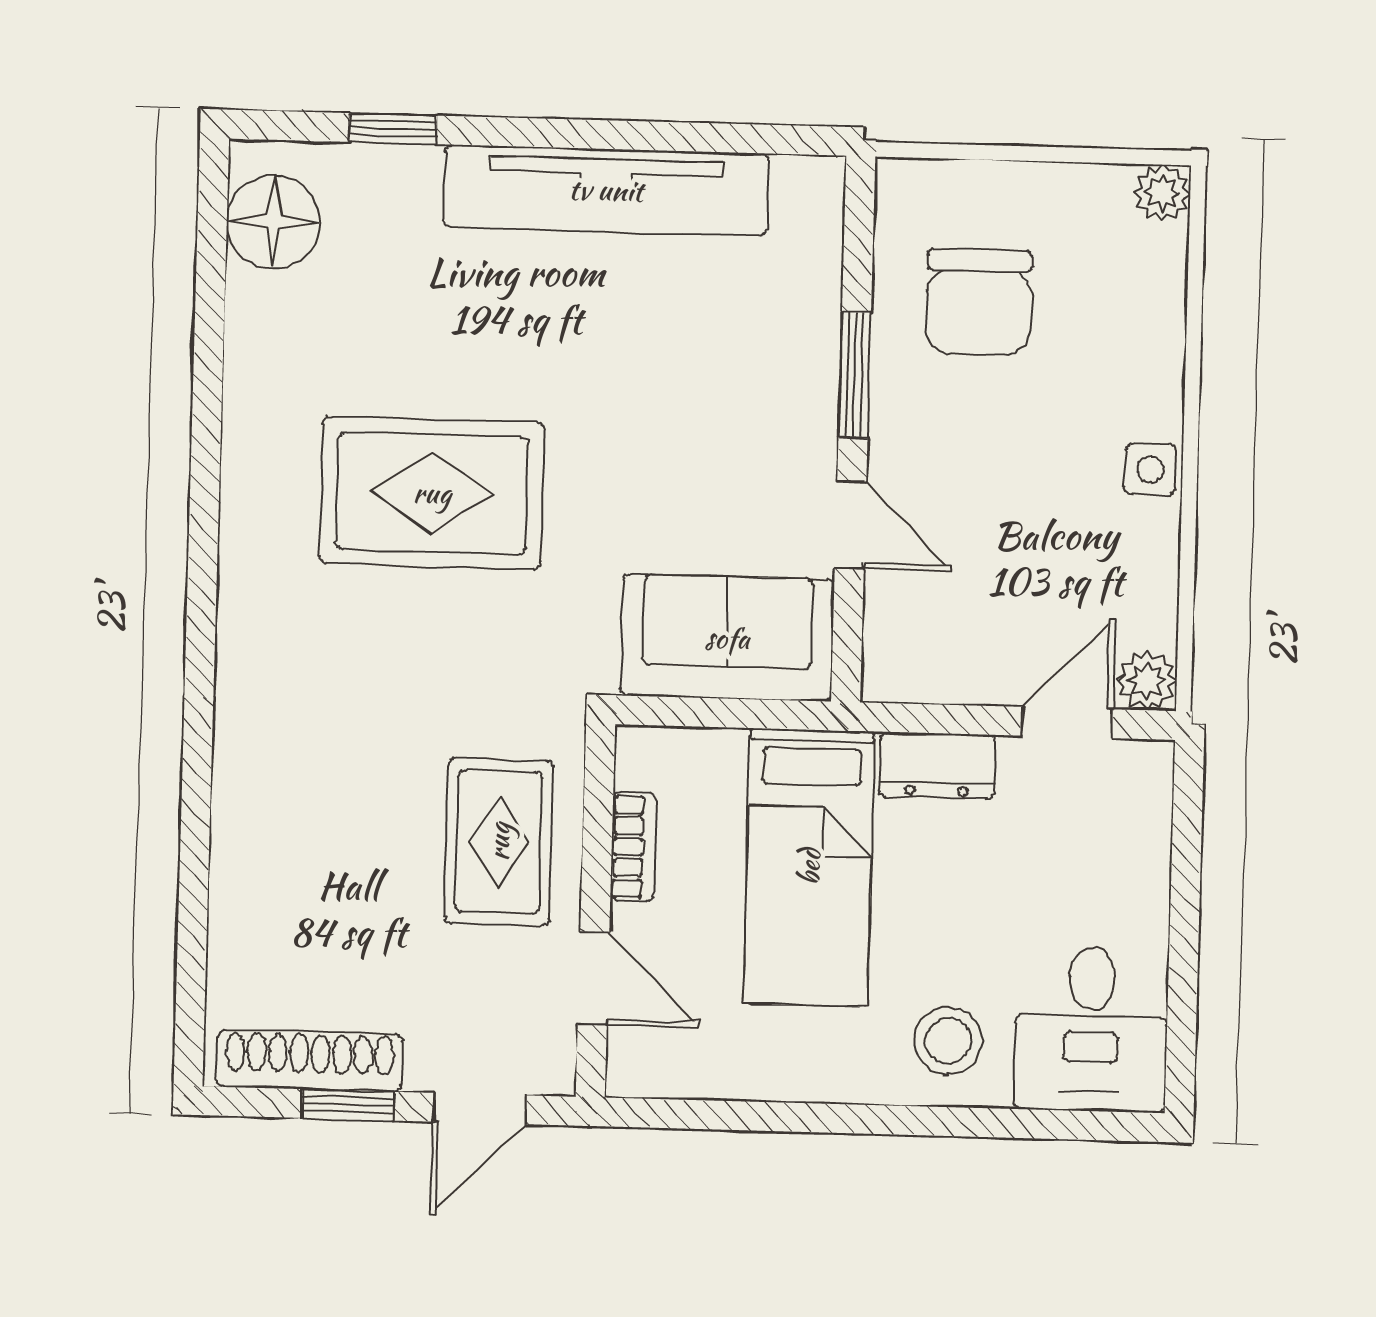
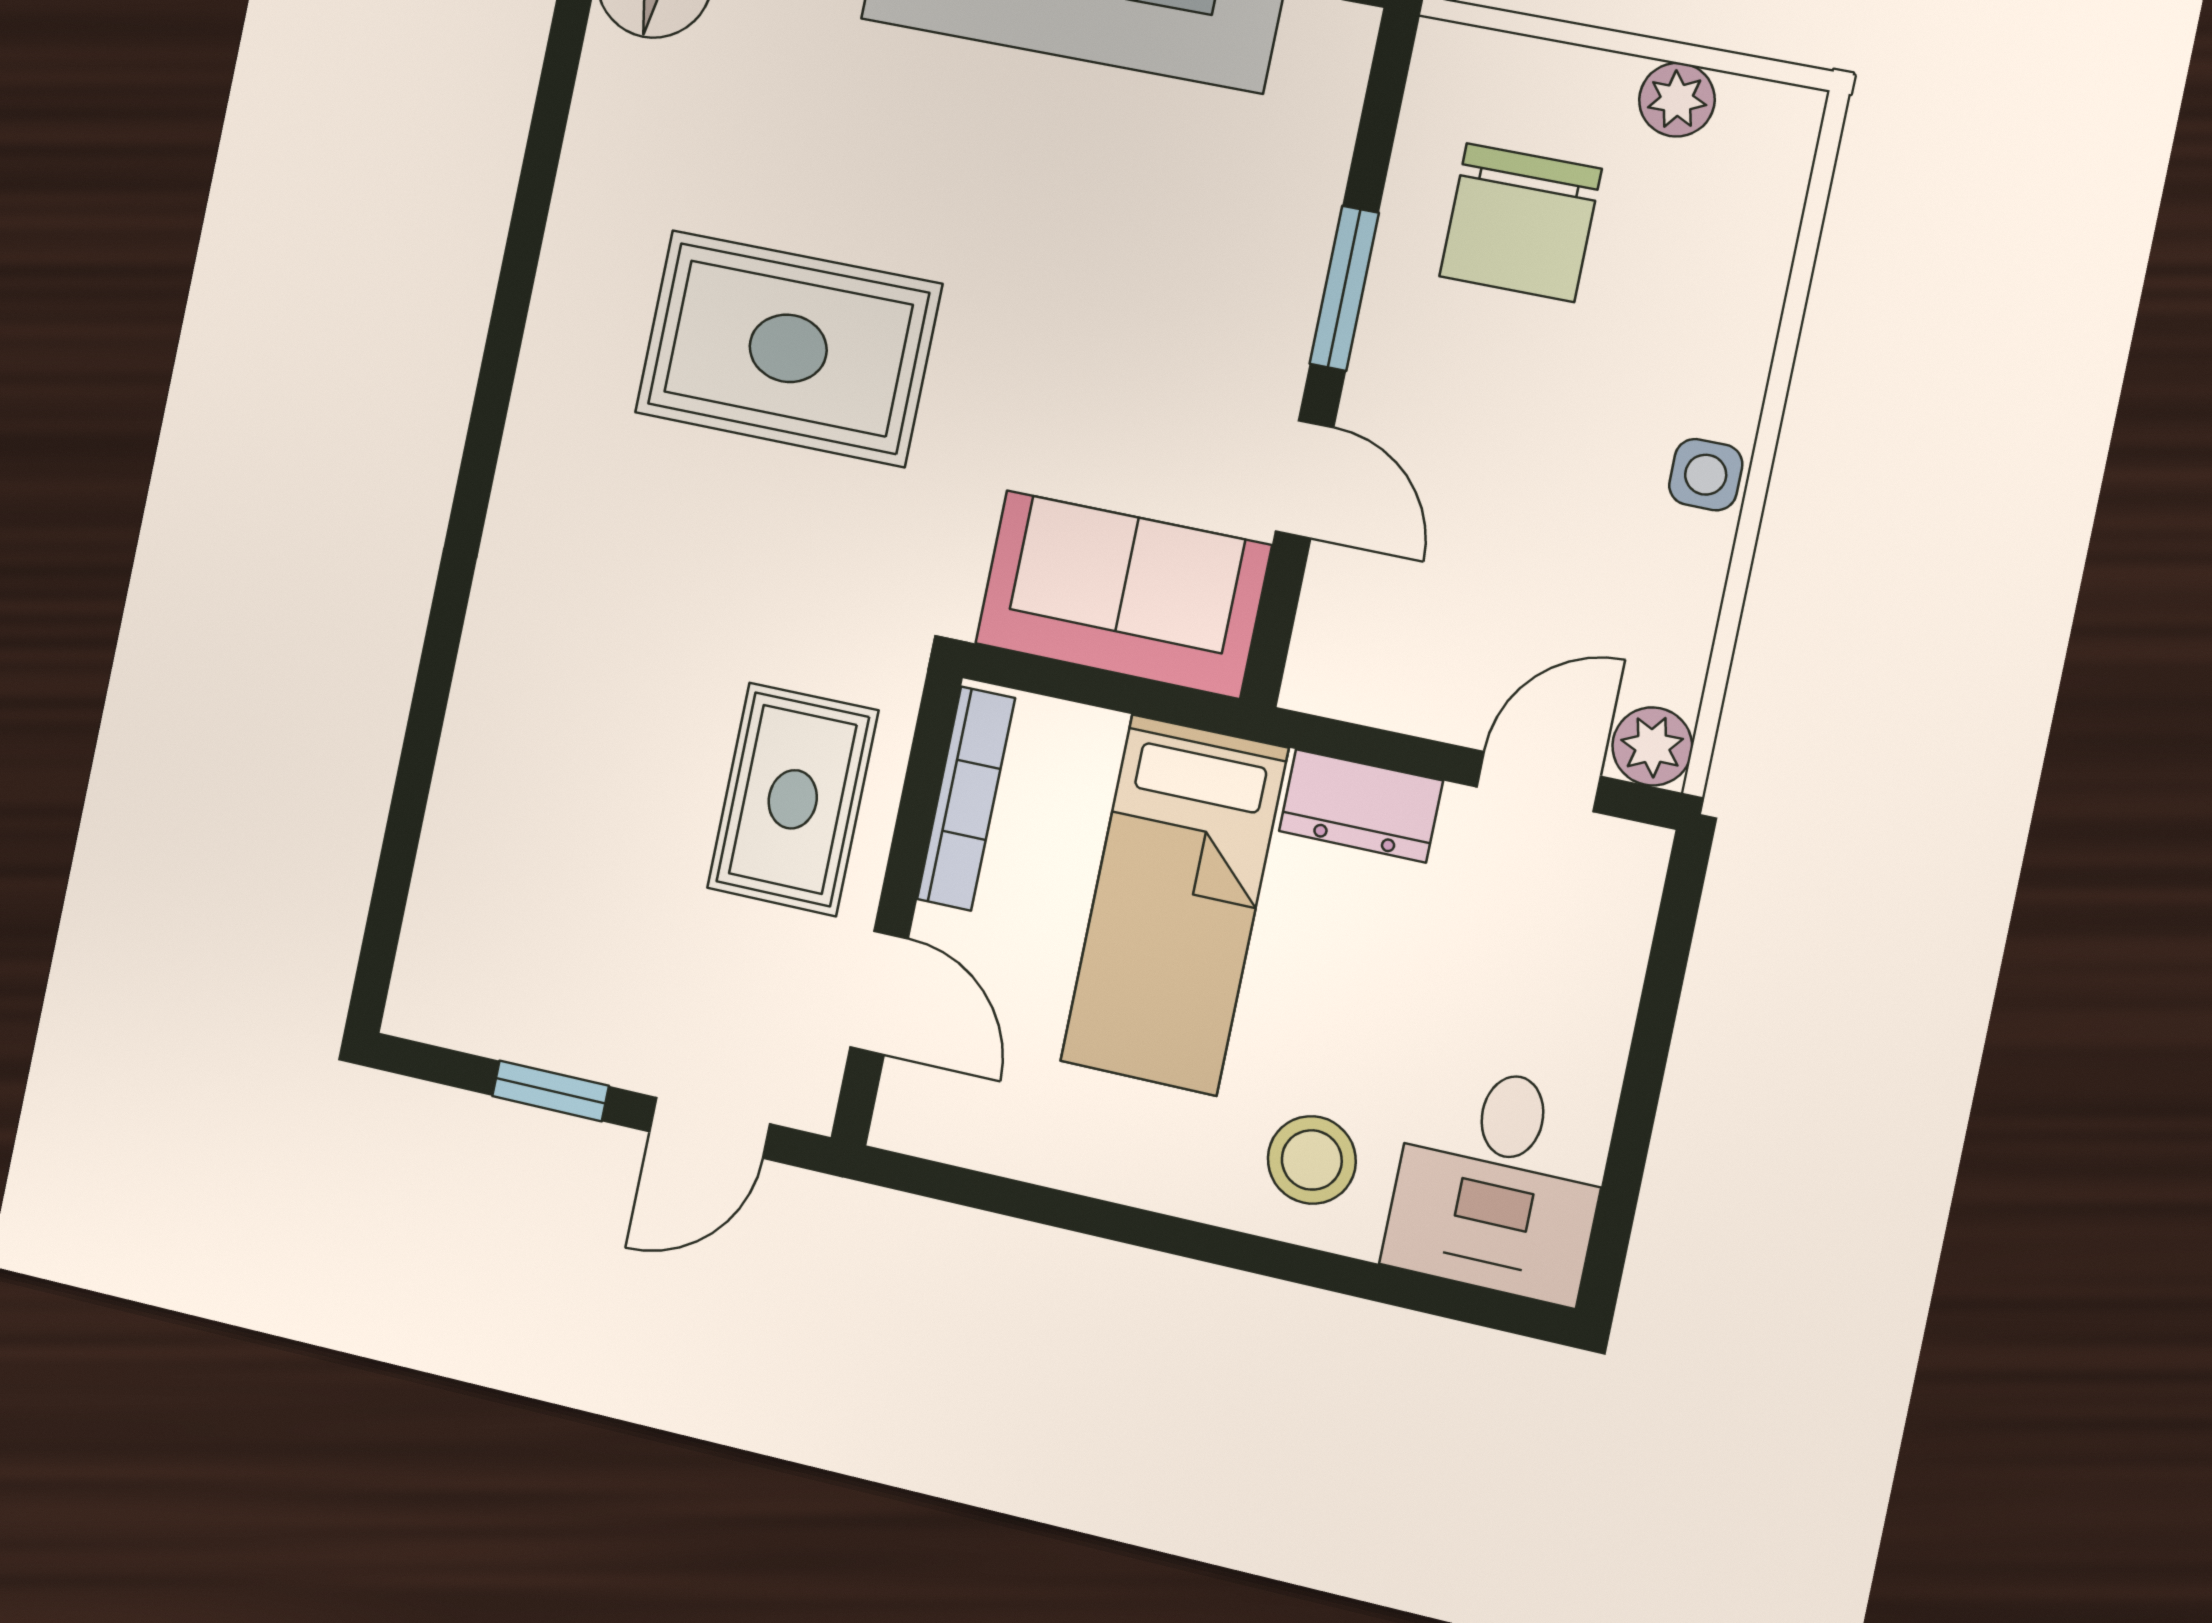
plant: (1162, 193) -> (1677, 100), moved
bookcase: (633, 847) -> (966, 799), width x1.56
shoe rack: (310, 1061) -> (514, 1027), removed

